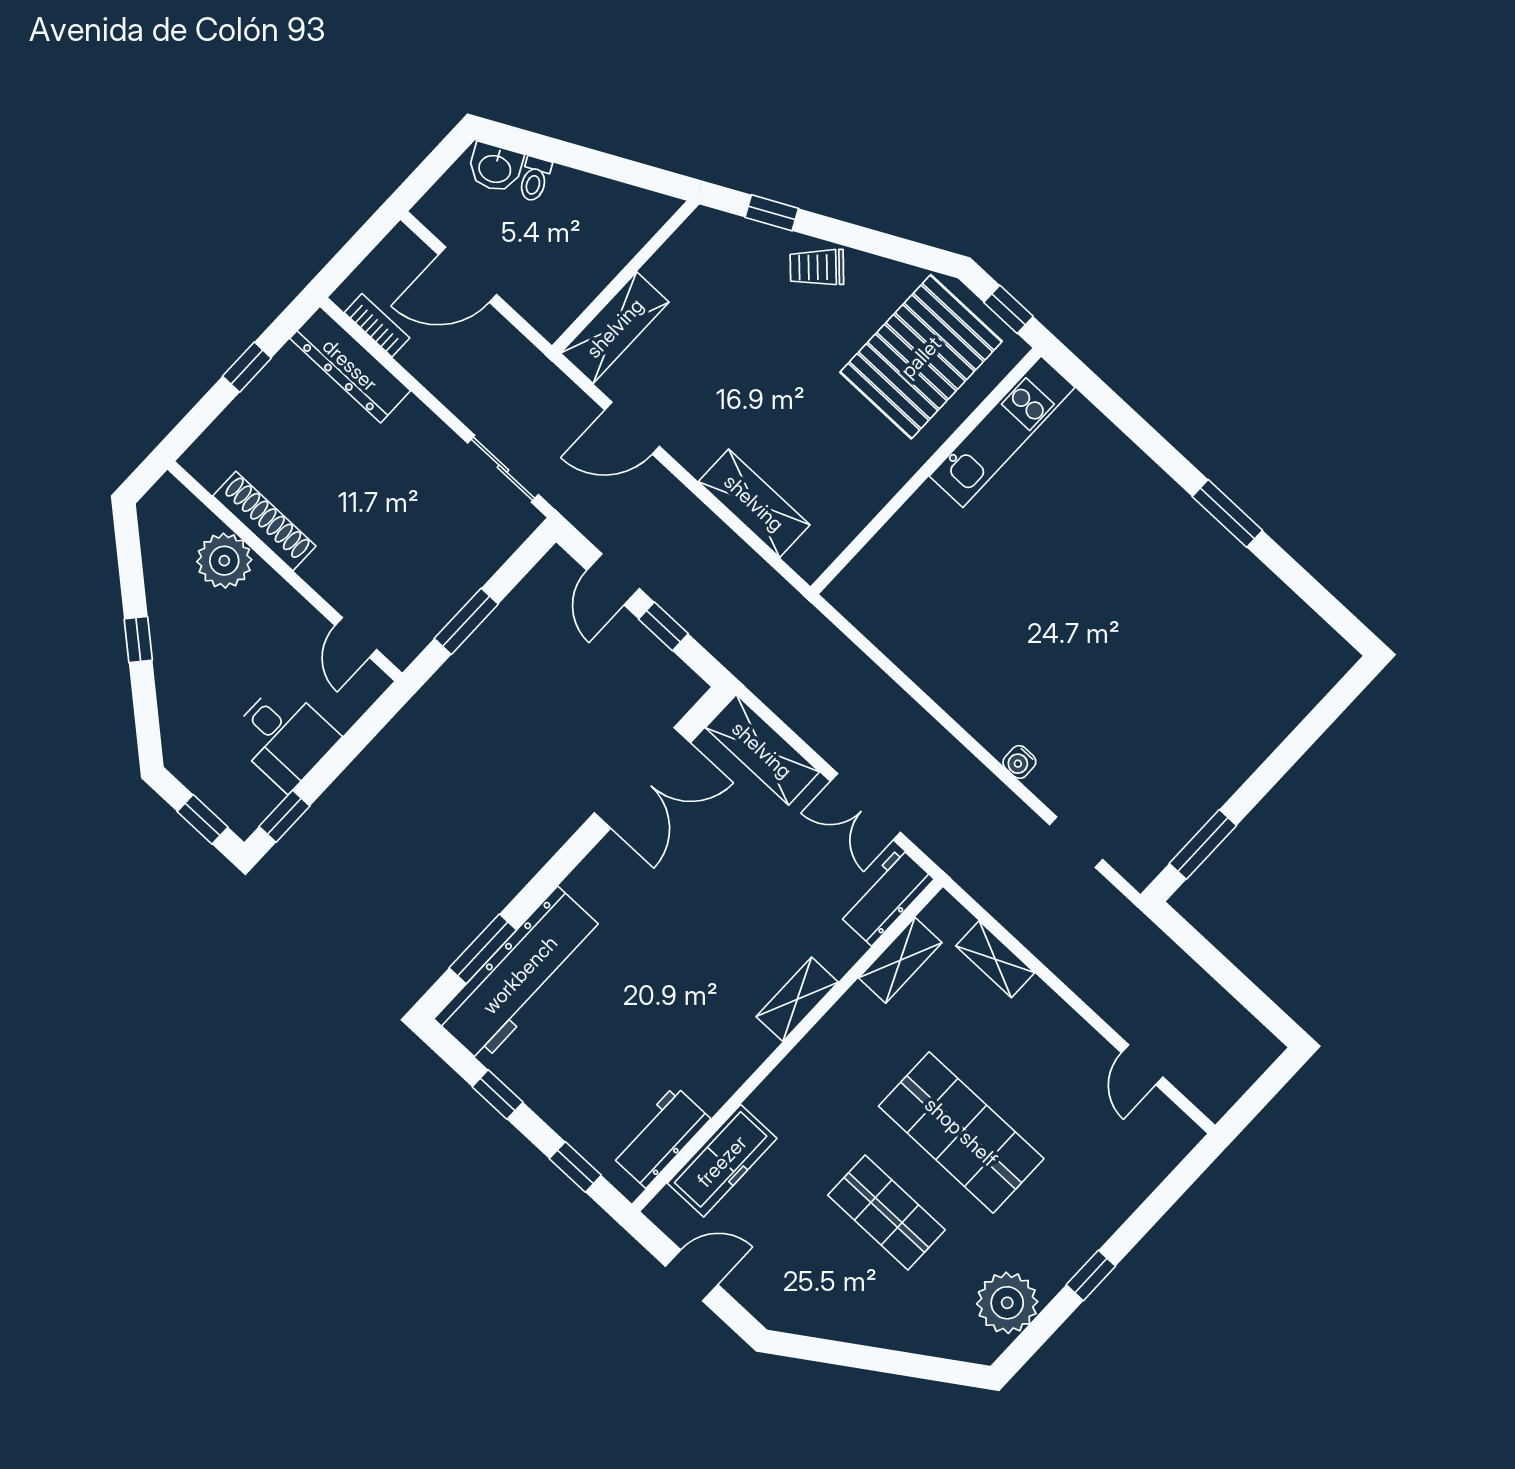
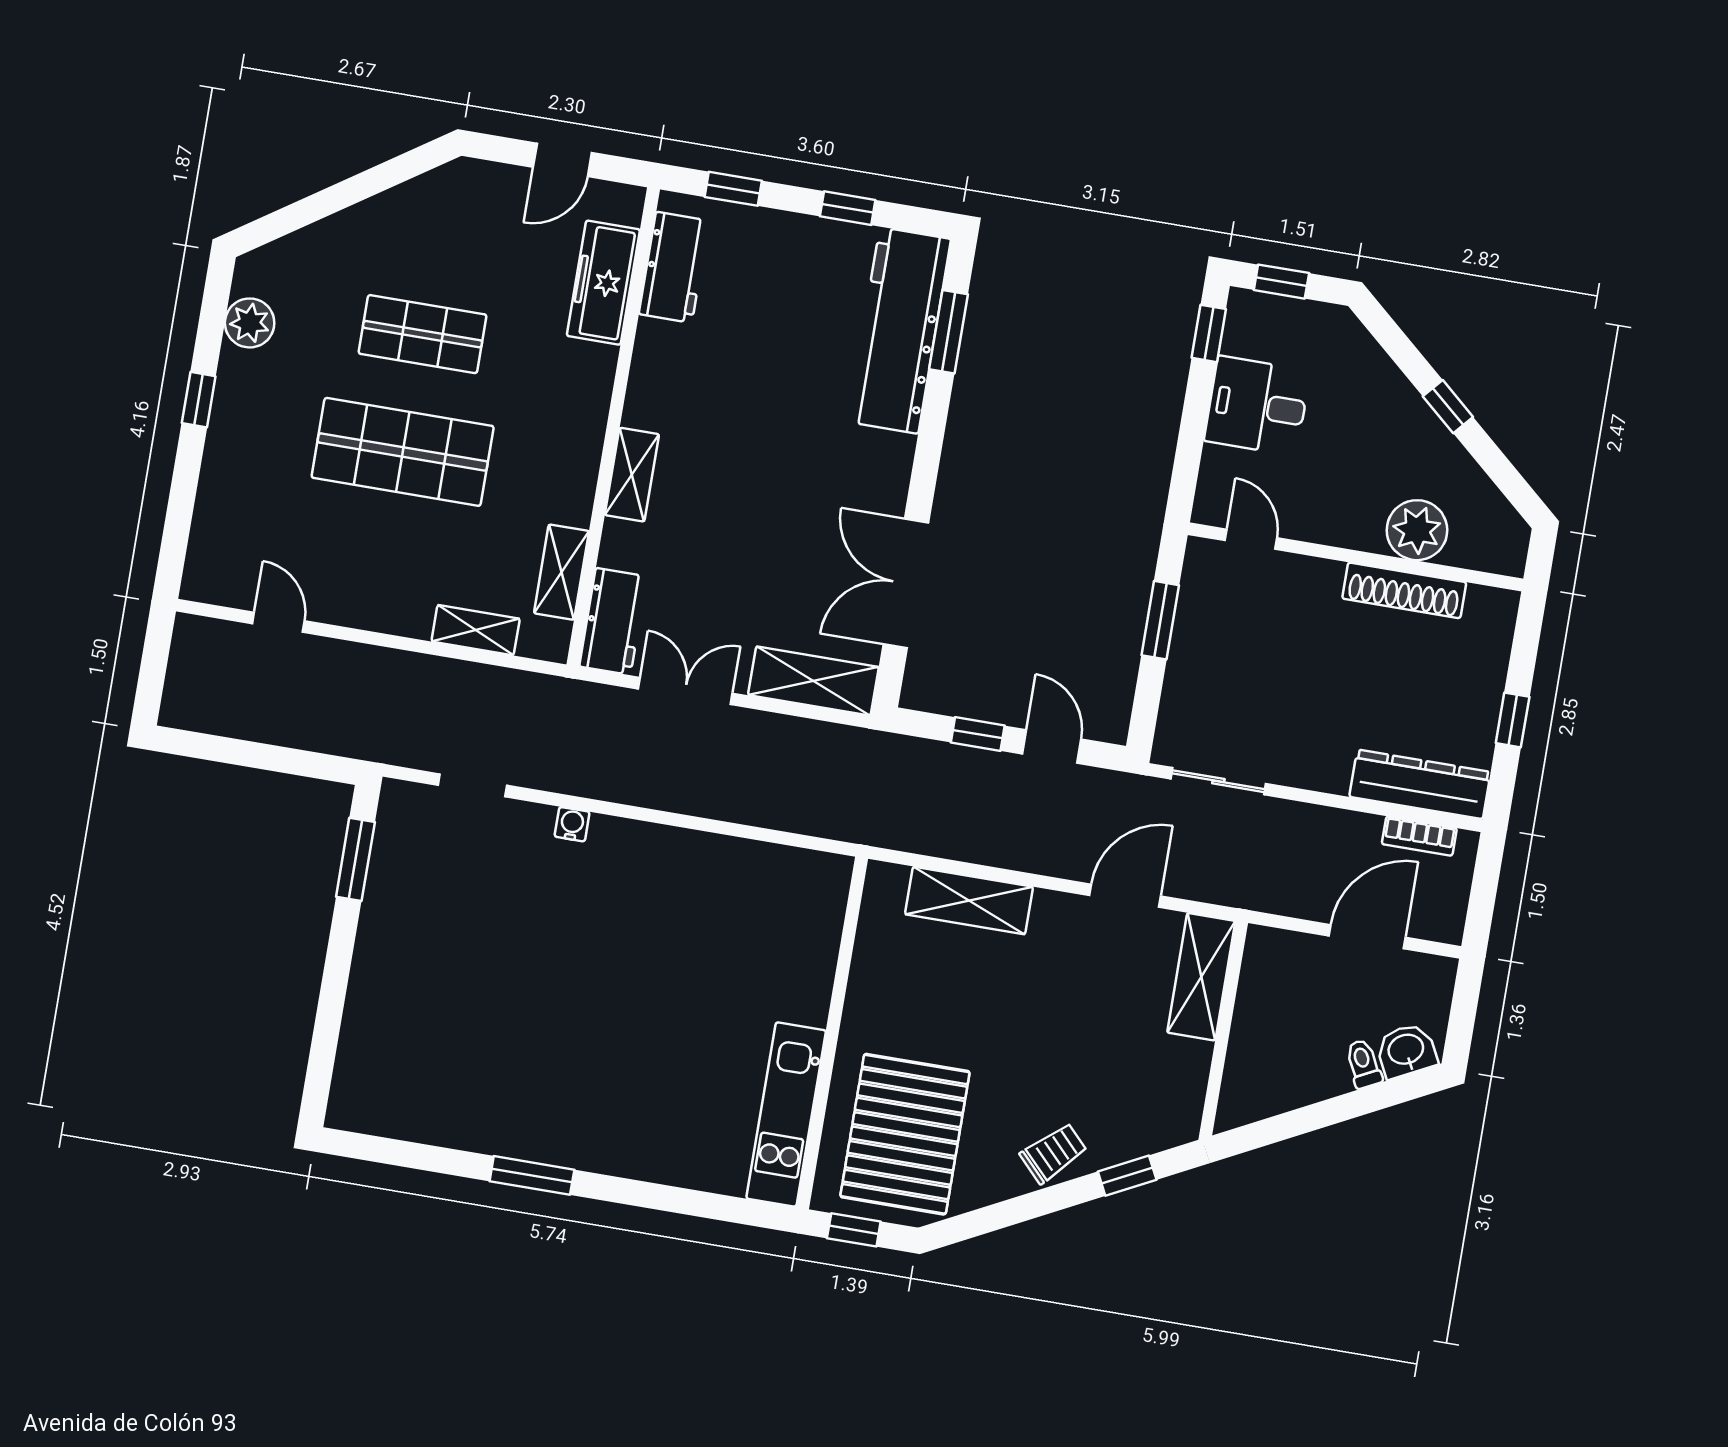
plant: (1007, 1303) -> (250, 323), width x0.73, depth x0.73

